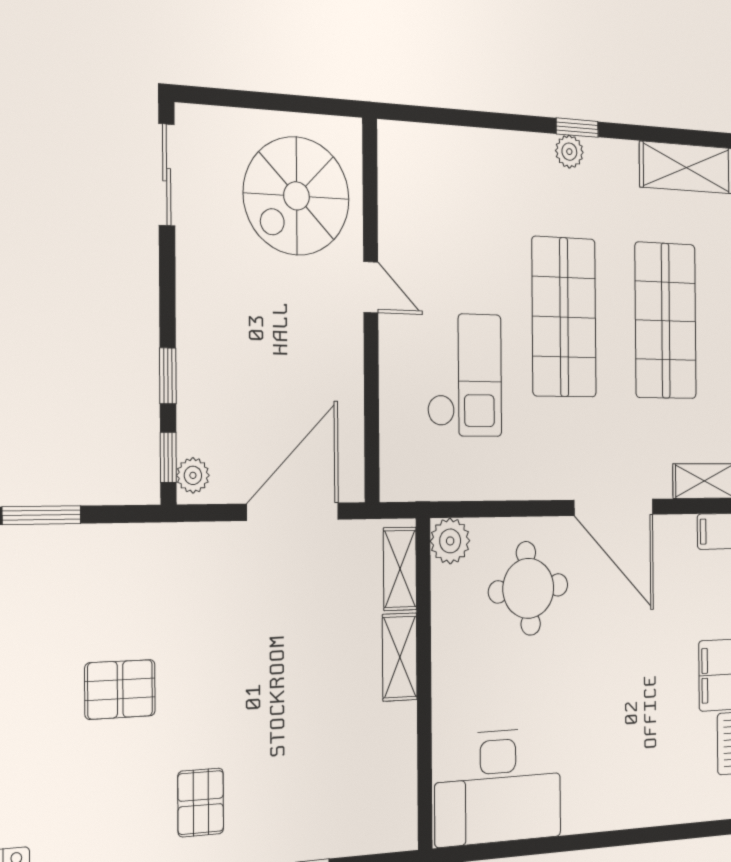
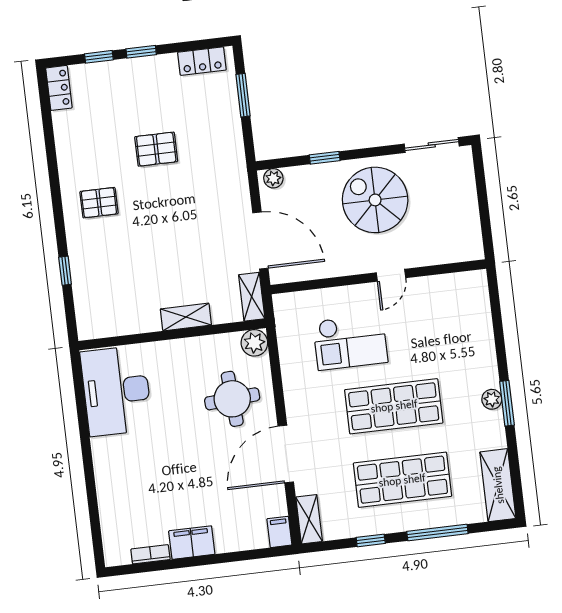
window: (577, 128) -> (507, 403), width x1.50
spiral stairs: (297, 196) -> (375, 200), moved
window: (168, 457) -> (281, 163), removed
shelving: (400, 569) -> (252, 297), moved, turned 90
pallet: (120, 689) -> (156, 149), turned 90

